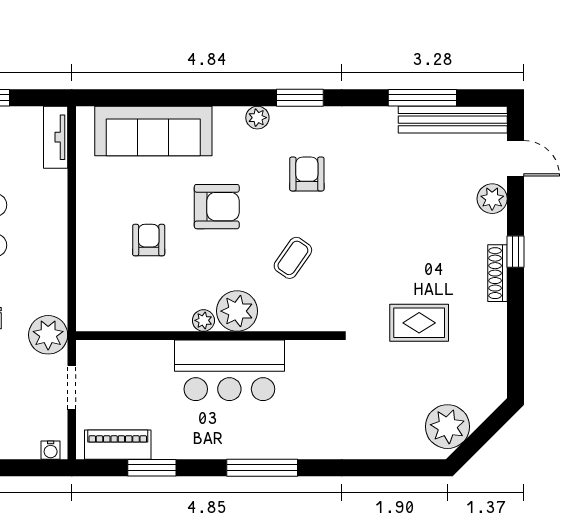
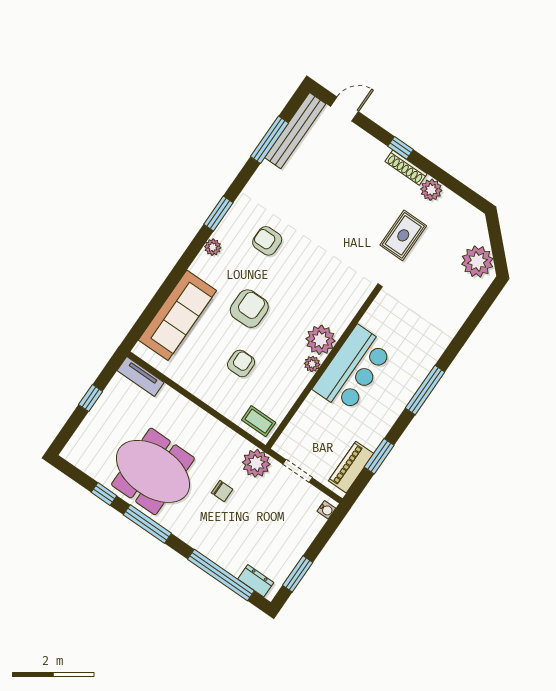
plant: (492, 199) -> (431, 190), moved
armchair: (149, 240) -> (241, 363), turned 90
coffee table: (293, 258) -> (259, 421), moved, turned -35

